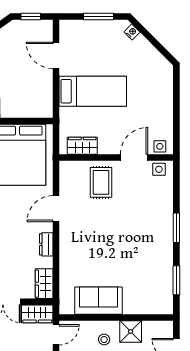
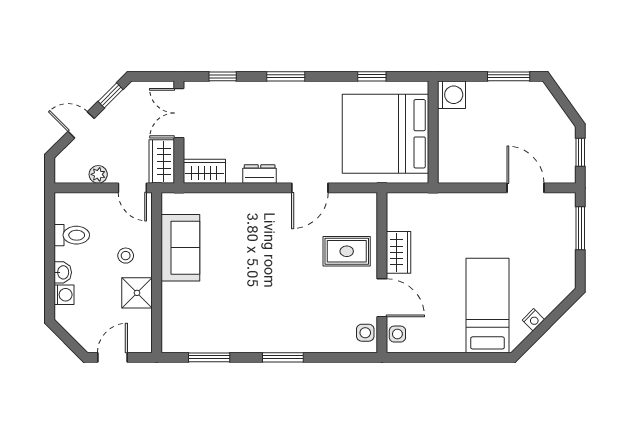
window: (98, 16) -> (580, 228), moved
nightstand: (132, 32) -> (533, 320), moved
door: (56, 55) -> (525, 188), hinge flipped
bed: (93, 91) -> (487, 305), moved, turned 180
wardrobe: (82, 146) -> (398, 252), moved
door: (56, 209) -> (310, 188), swing flipped

